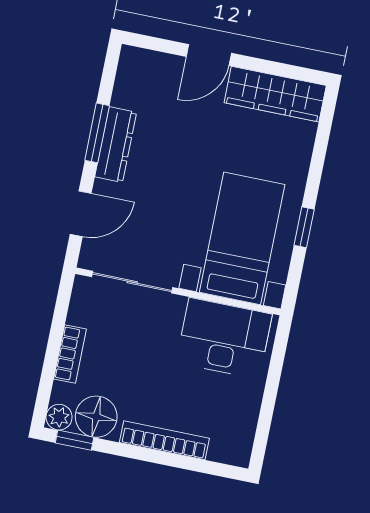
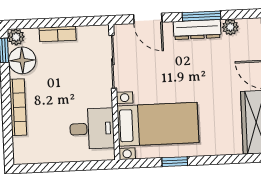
plant: (124, 94) -> (230, 27), added
desk: (224, 338) -> (92, 129), width x0.73

